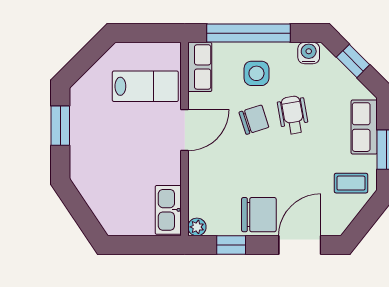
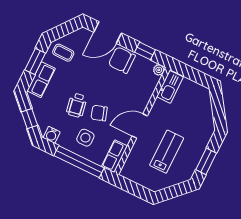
lab bench: (145, 86) -> (167, 152), moved, turned 90

